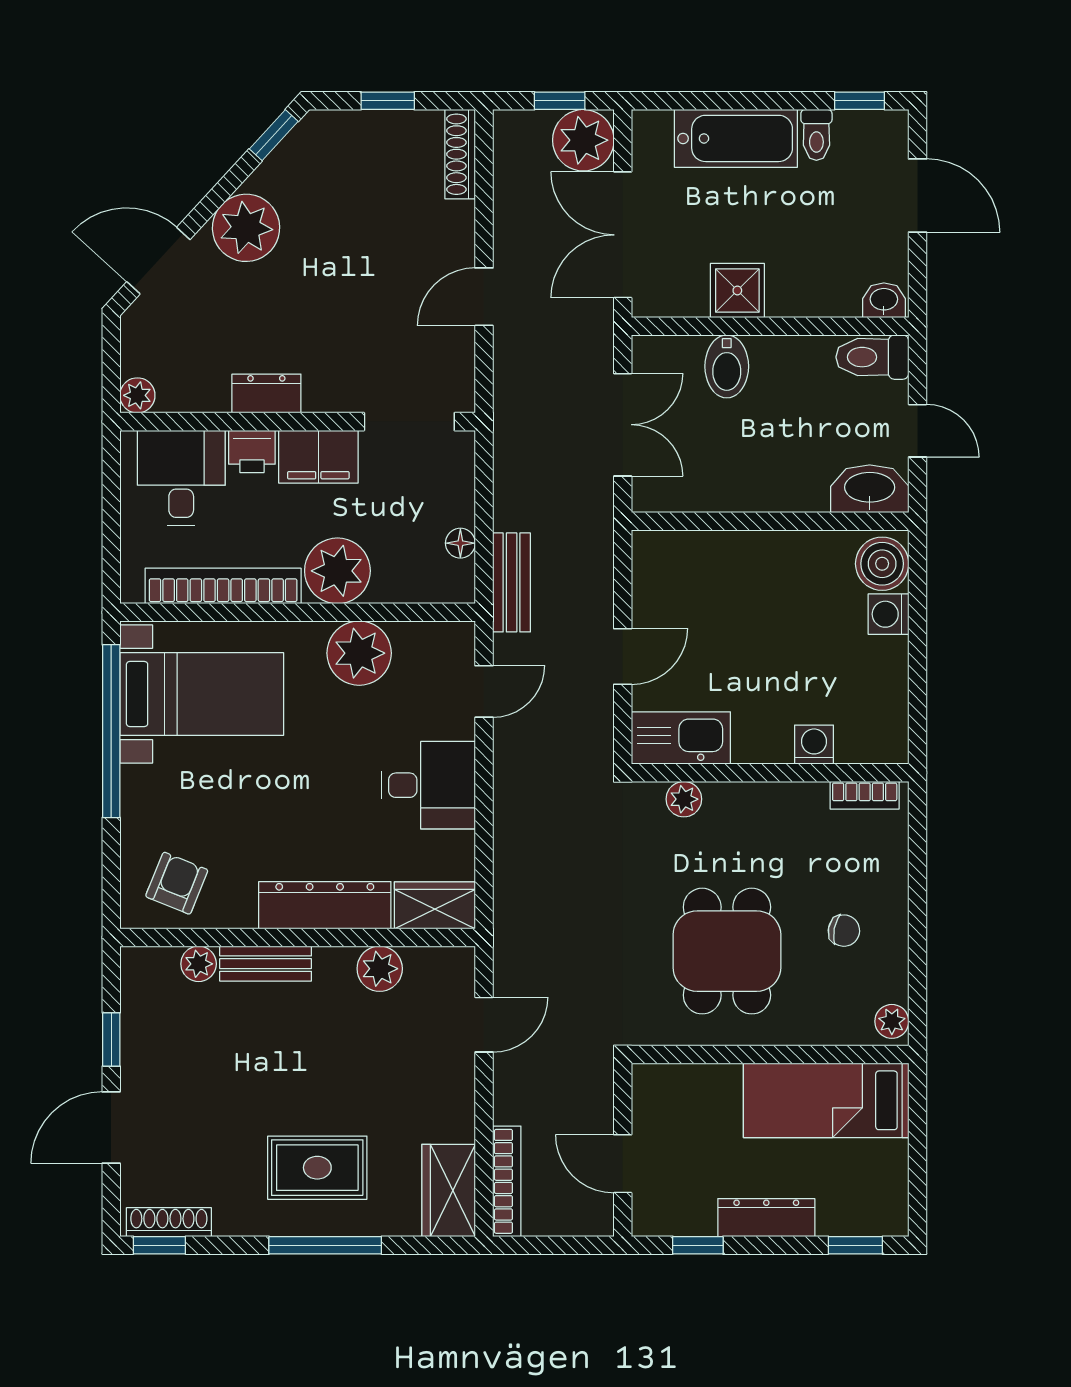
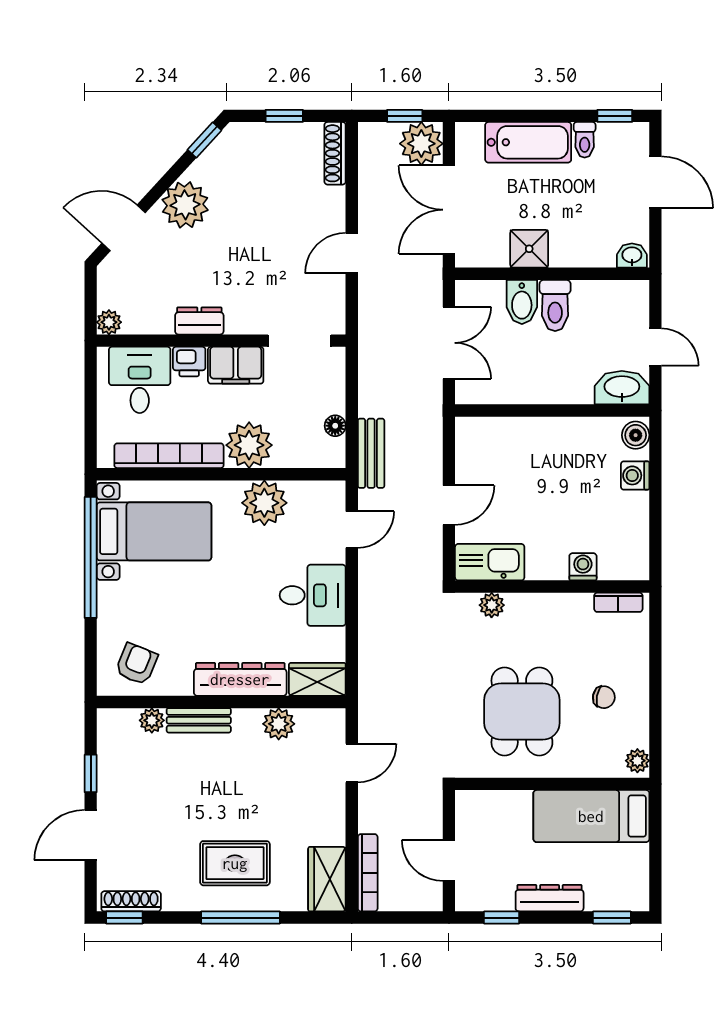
toilet: (872, 357) -> (555, 305), moved, turned -90
boiler: (882, 564) -> (636, 435), width x0.73, depth x0.73

